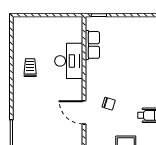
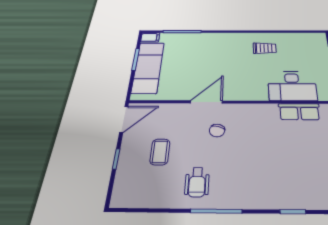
desk: (69, 61) -> (292, 86), moved

